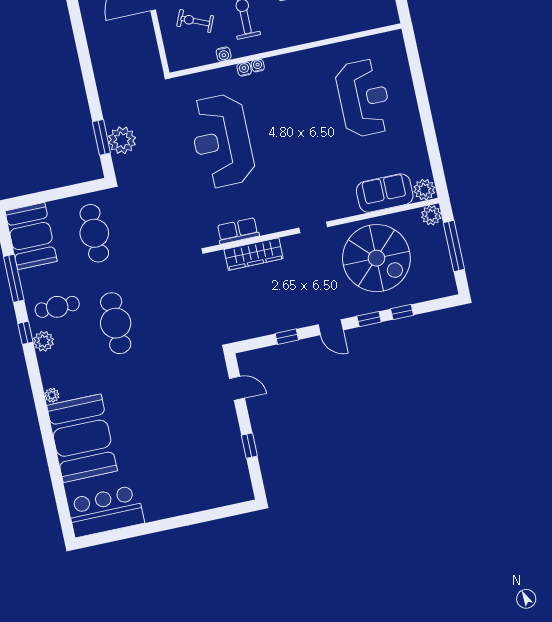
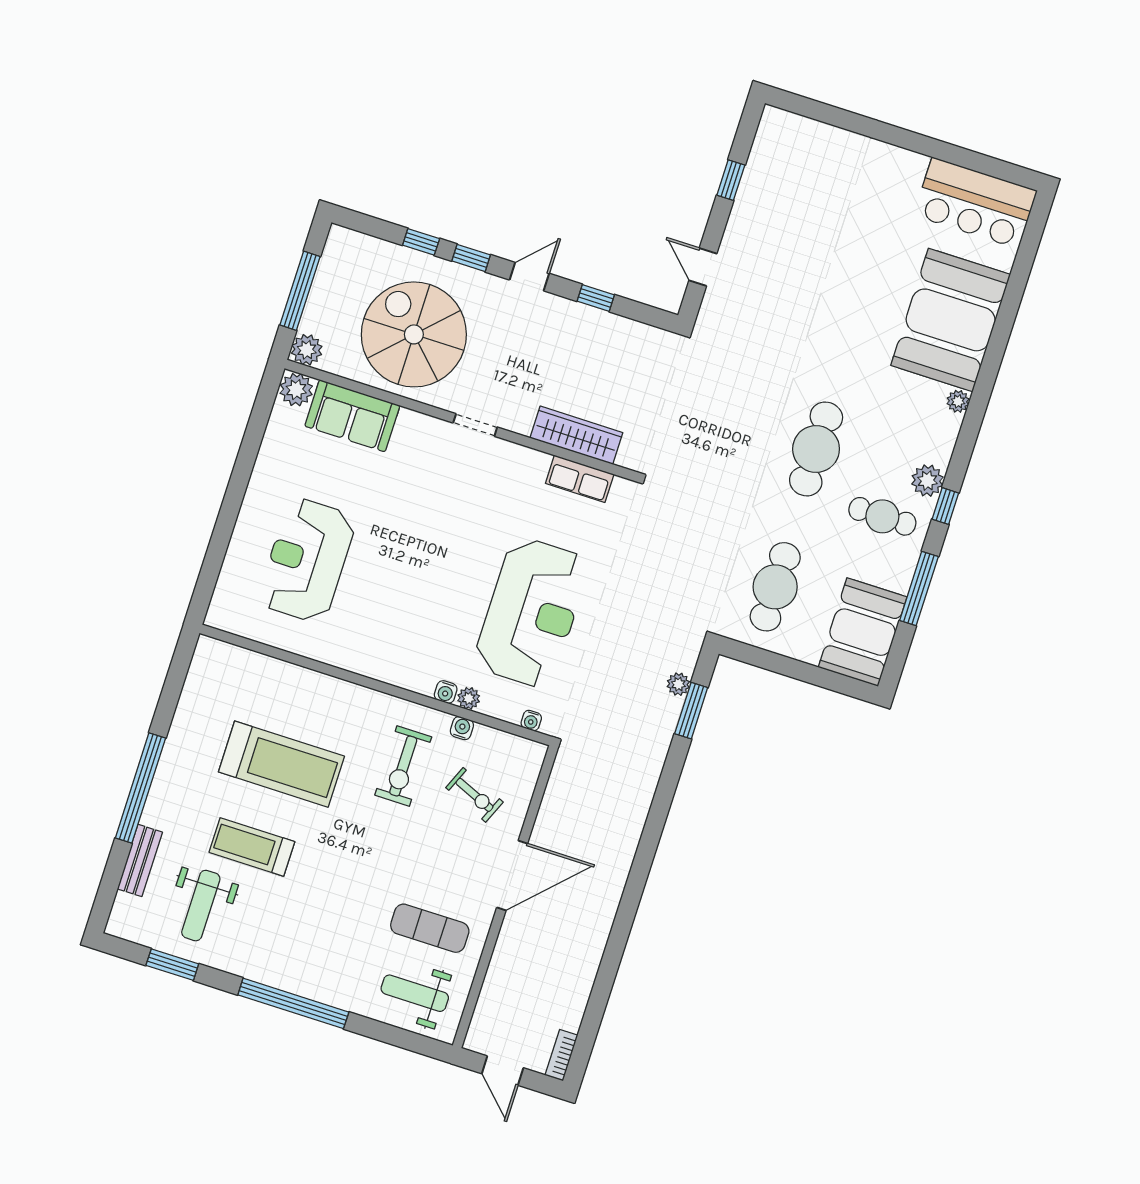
water cooler: (258, 66) -> (531, 721), moved
plant: (229, 73) -> (469, 698), added
plant: (122, 140) -> (678, 684), width x0.53, depth x0.53
door: (331, 327) -> (529, 277), hinge flipped

